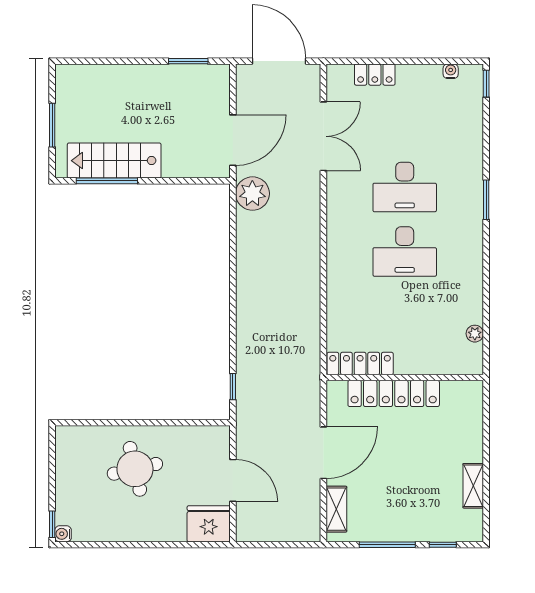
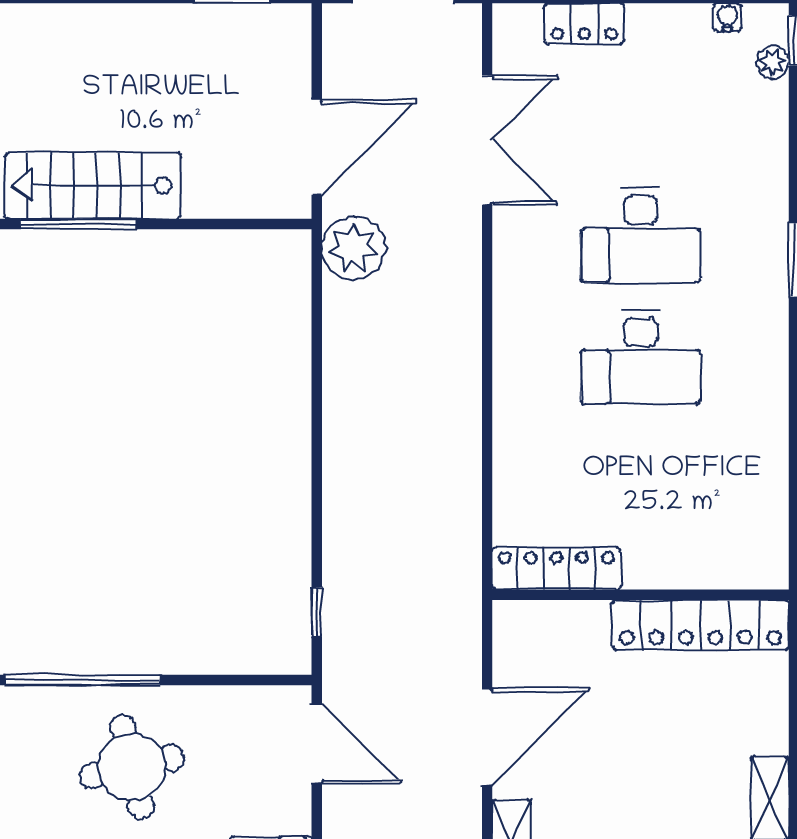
plant: (475, 334) -> (773, 63), moved
locker: (394, 393) -> (700, 625), moved
window: (109, 423) -> (82, 680), added
door: (233, 480) -> (317, 744), moved

